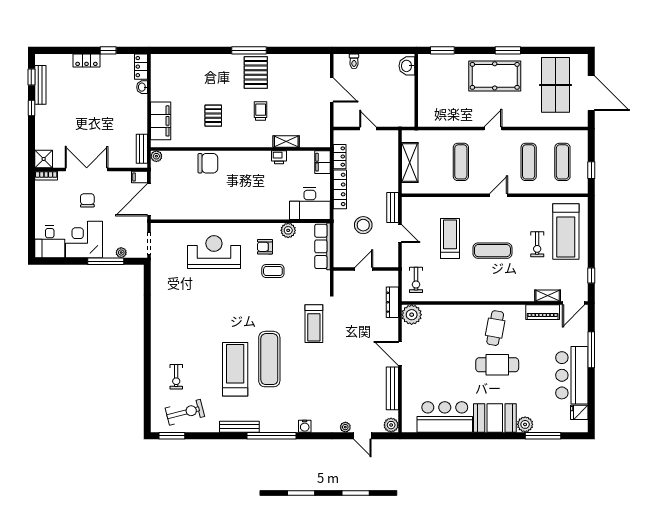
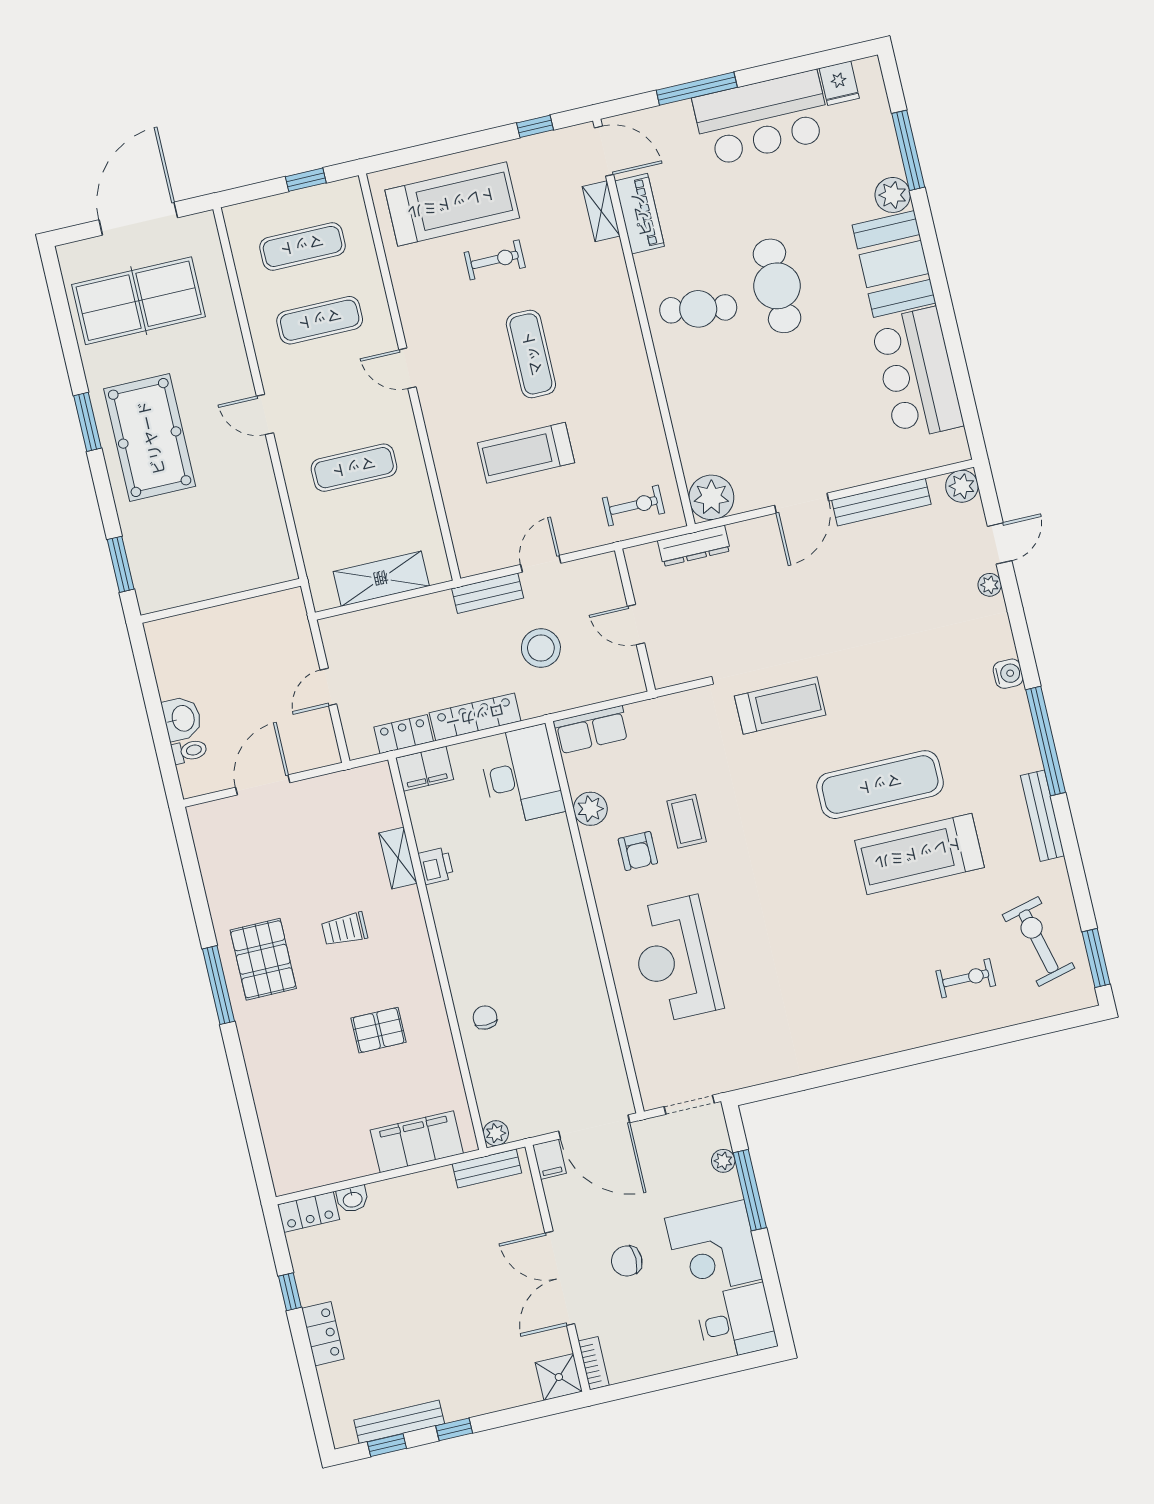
washbasin: (407, 66) -> (182, 719), moved, turned -90
pallet: (256, 72) -> (263, 959), turned 90
chair: (208, 163) -> (485, 1018), width x0.54, depth x0.54
row of seats: (323, 246) -> (591, 730), width x0.68

